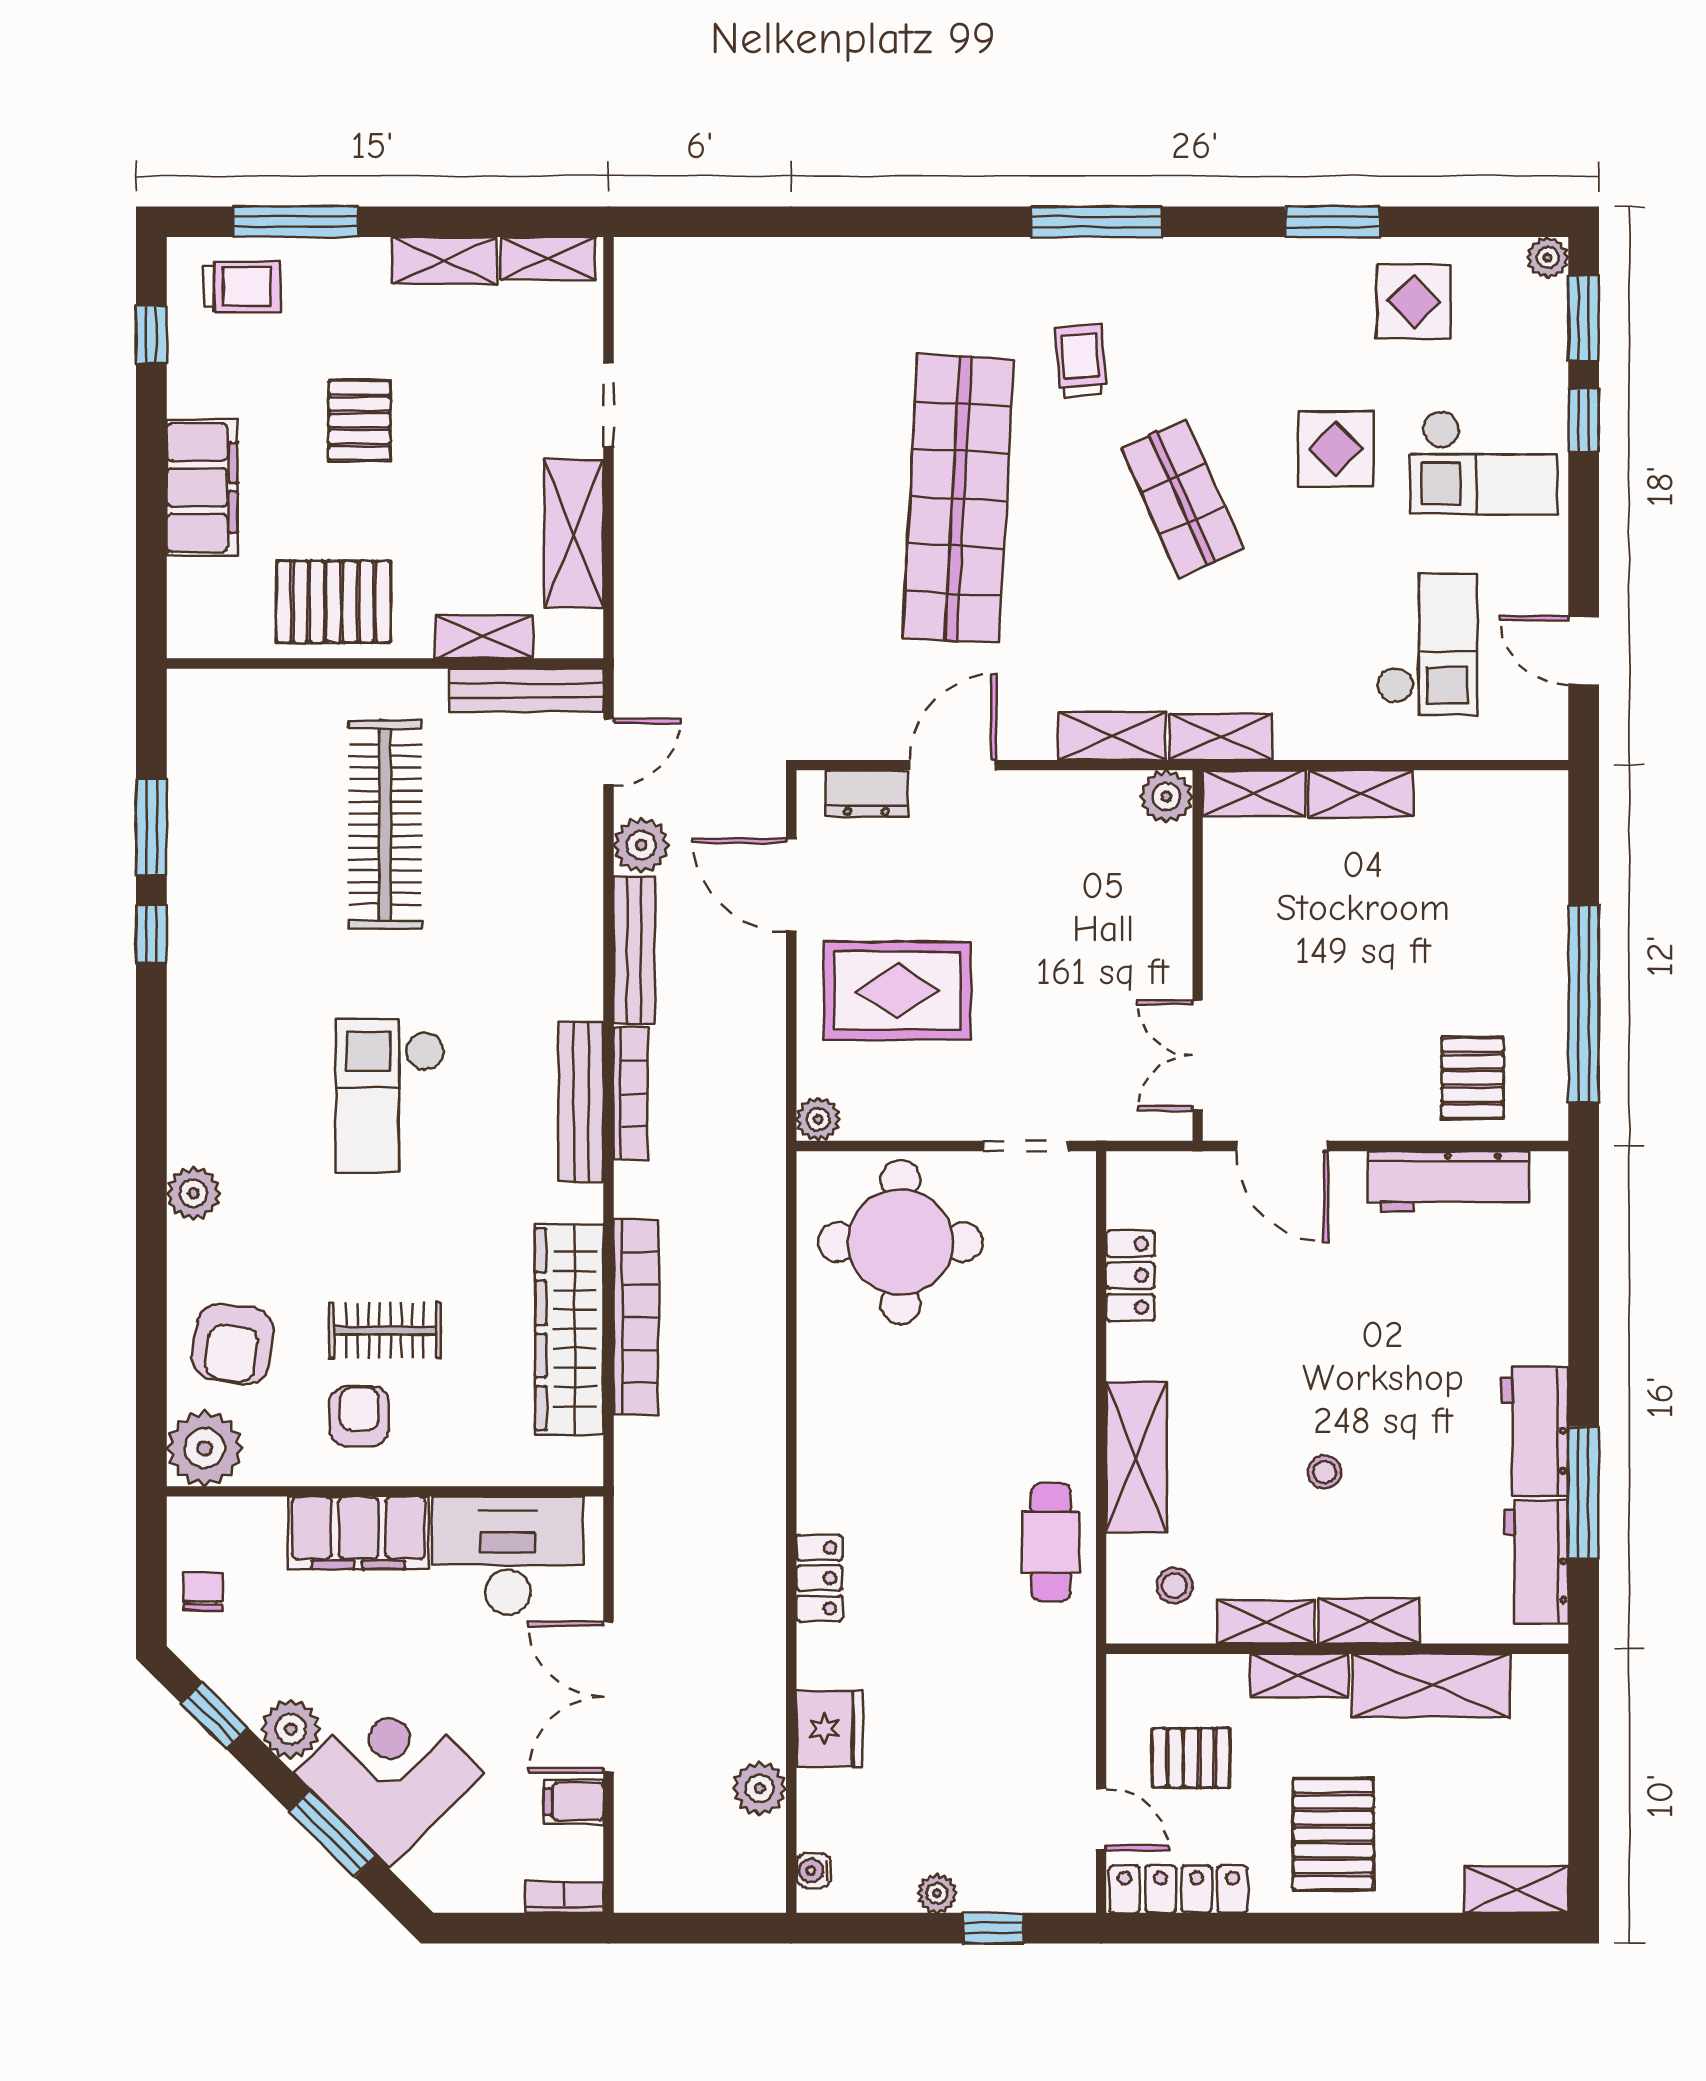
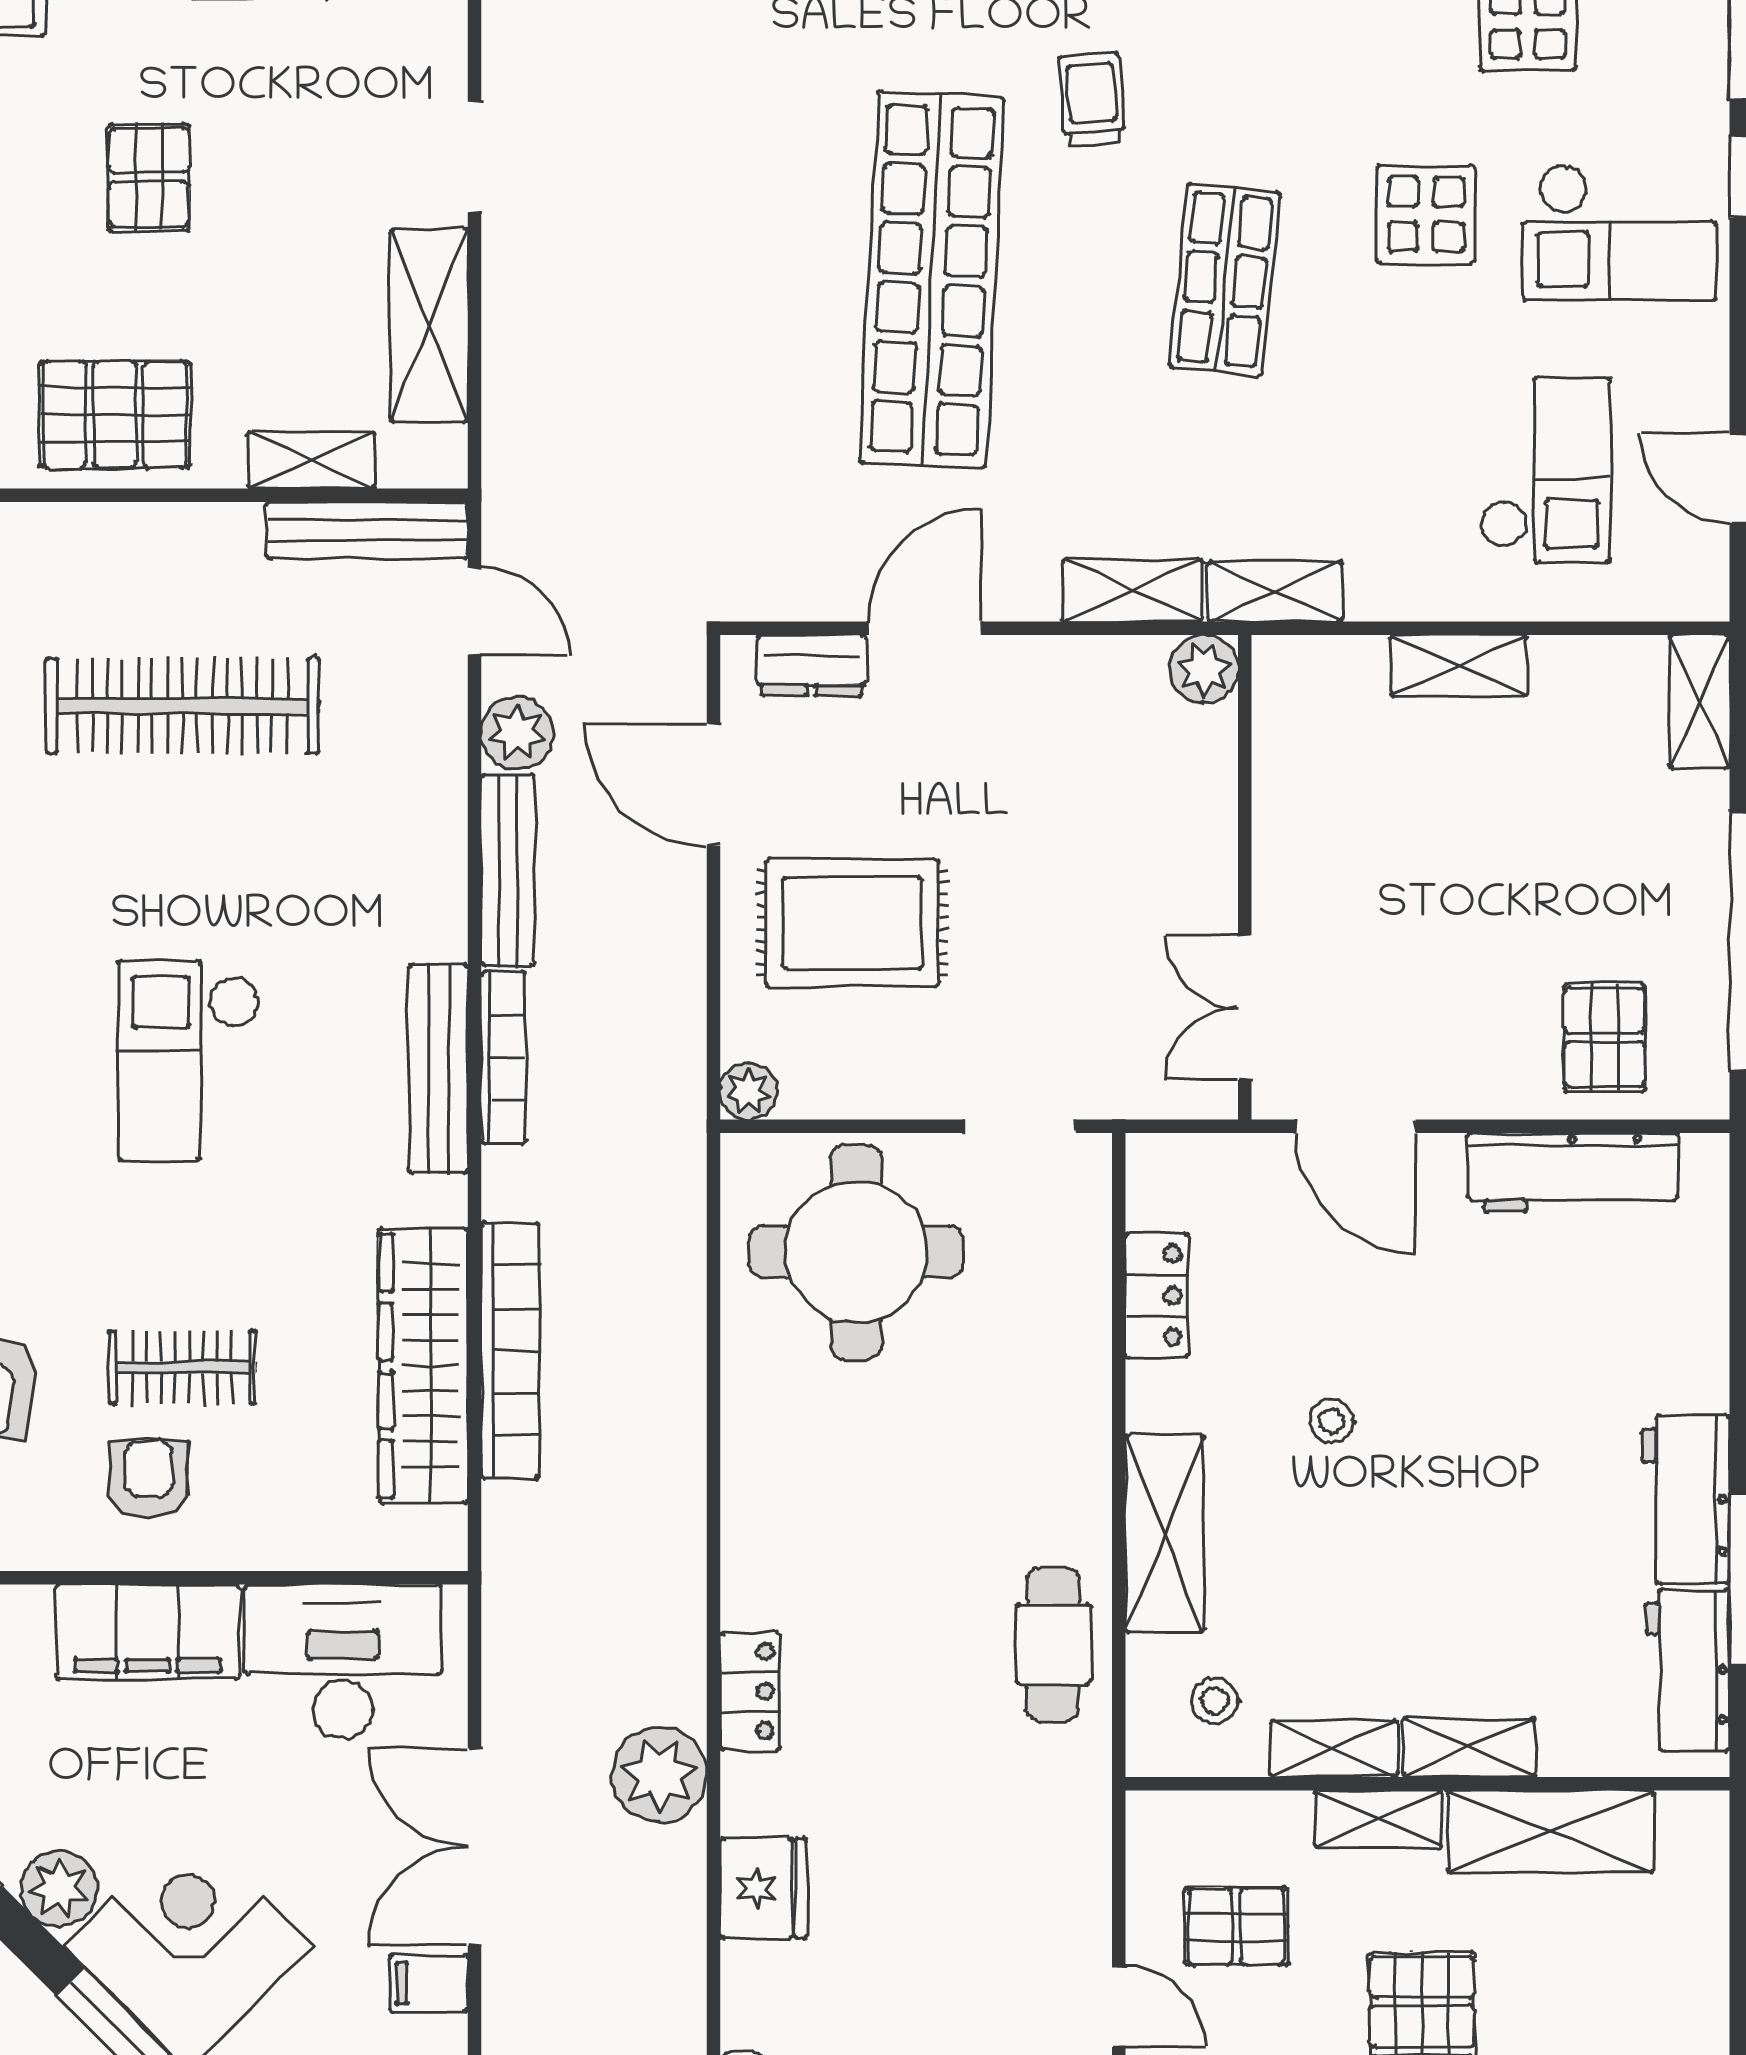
shop shelf: (1182, 499) -> (1225, 279), turned 30
door: (609, 752) -> (474, 611), hinge flipped
shelving: (1254, 793) -> (1700, 702), moved, turned 90
clothes rail: (385, 824) -> (182, 706), turned 90
stool: (1325, 1472) -> (1332, 1421), moved
plant: (760, 1788) -> (659, 1775), moved, width x1.36, depth x1.36

